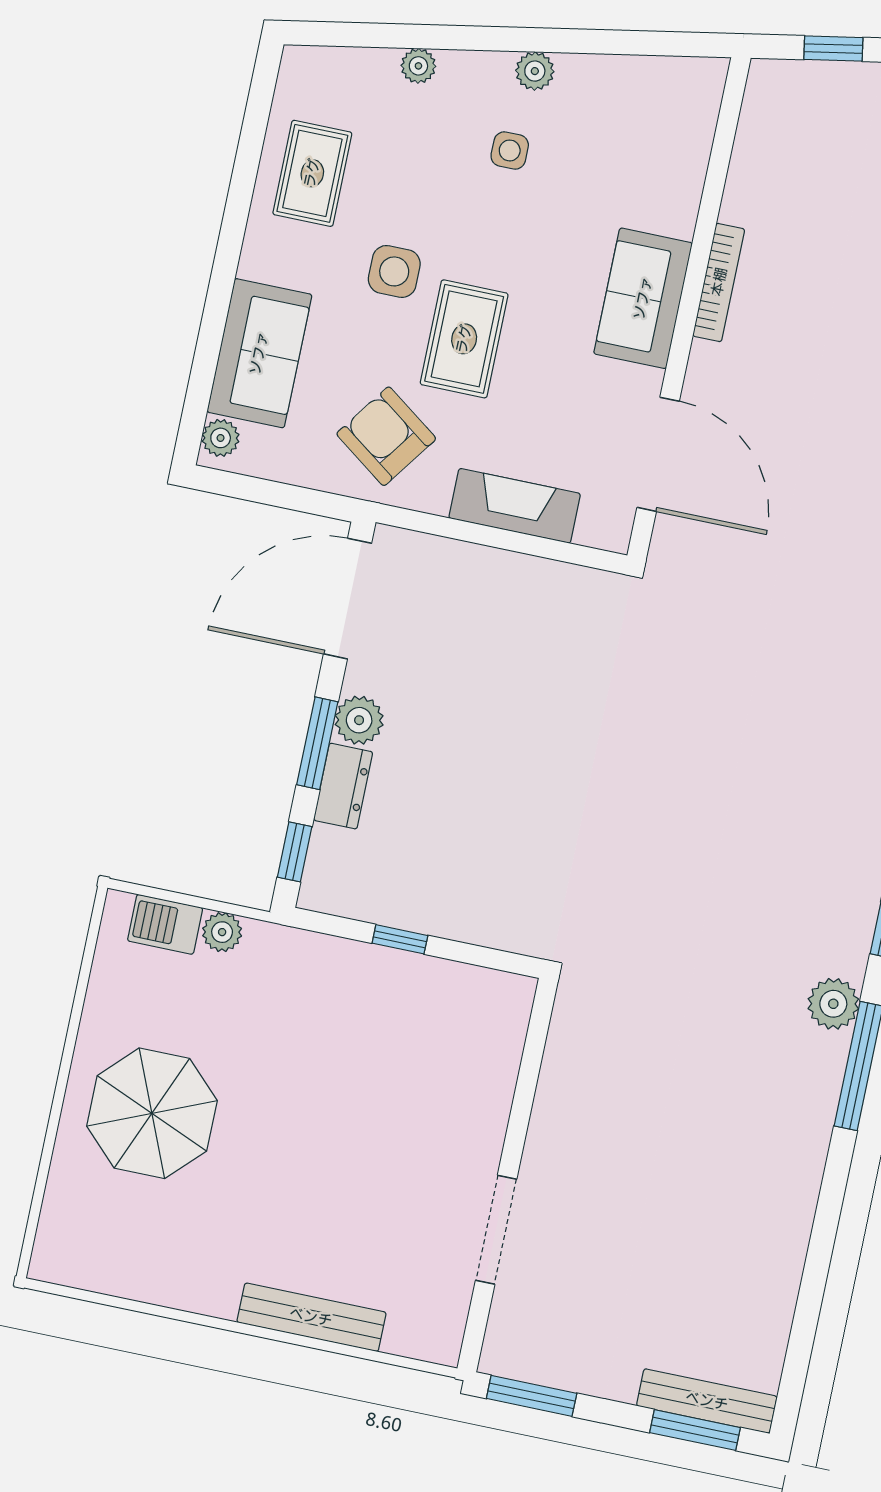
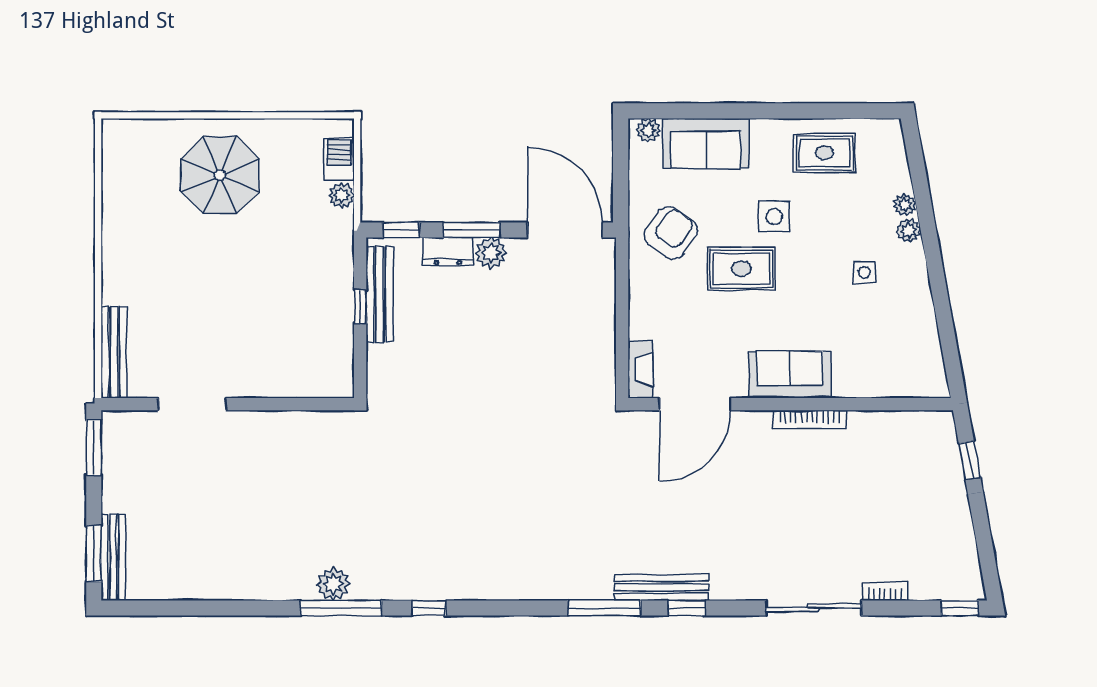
plant: (535, 71) -> (908, 230), moved
fireplace: (515, 506) -> (640, 369), moved, width x0.73, depth x0.76
bench: (387, 906) -> (379, 294), added
plant: (833, 1004) -> (333, 584), moved
bench: (311, 1317) -> (114, 352), moved

